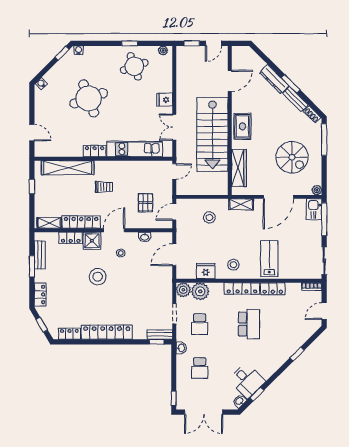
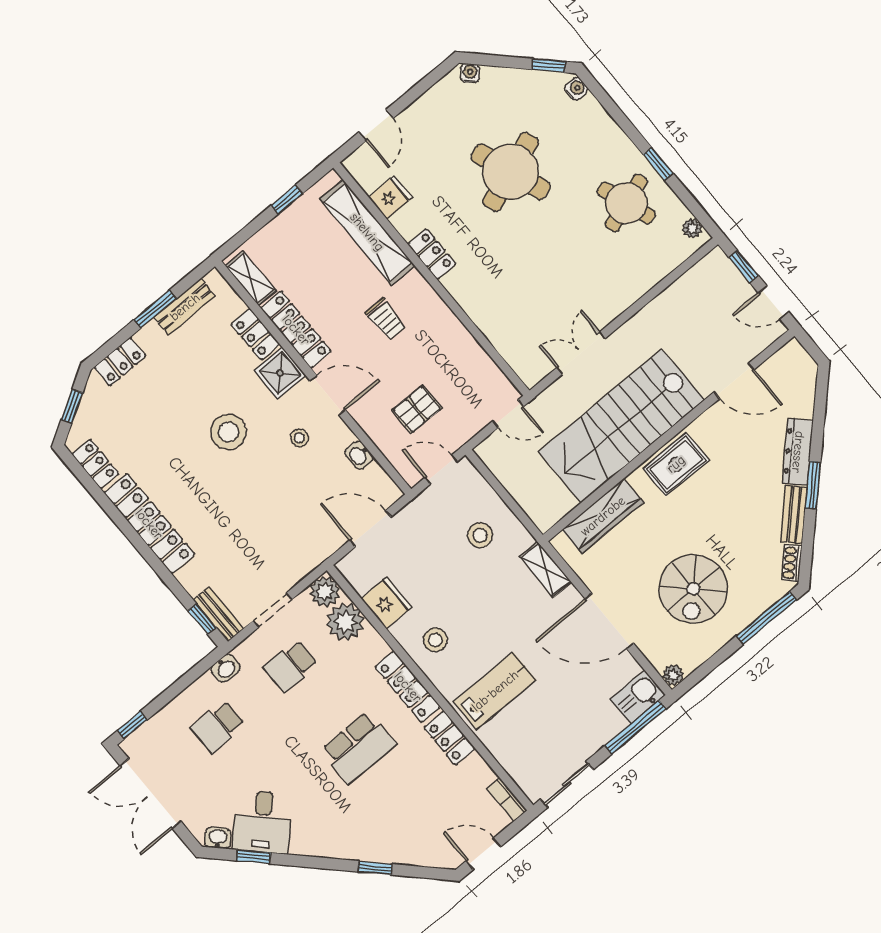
fridge: (165, 100) -> (390, 197), moved, turned 90
kitchen unit: (135, 149) -> (490, 317), removed

